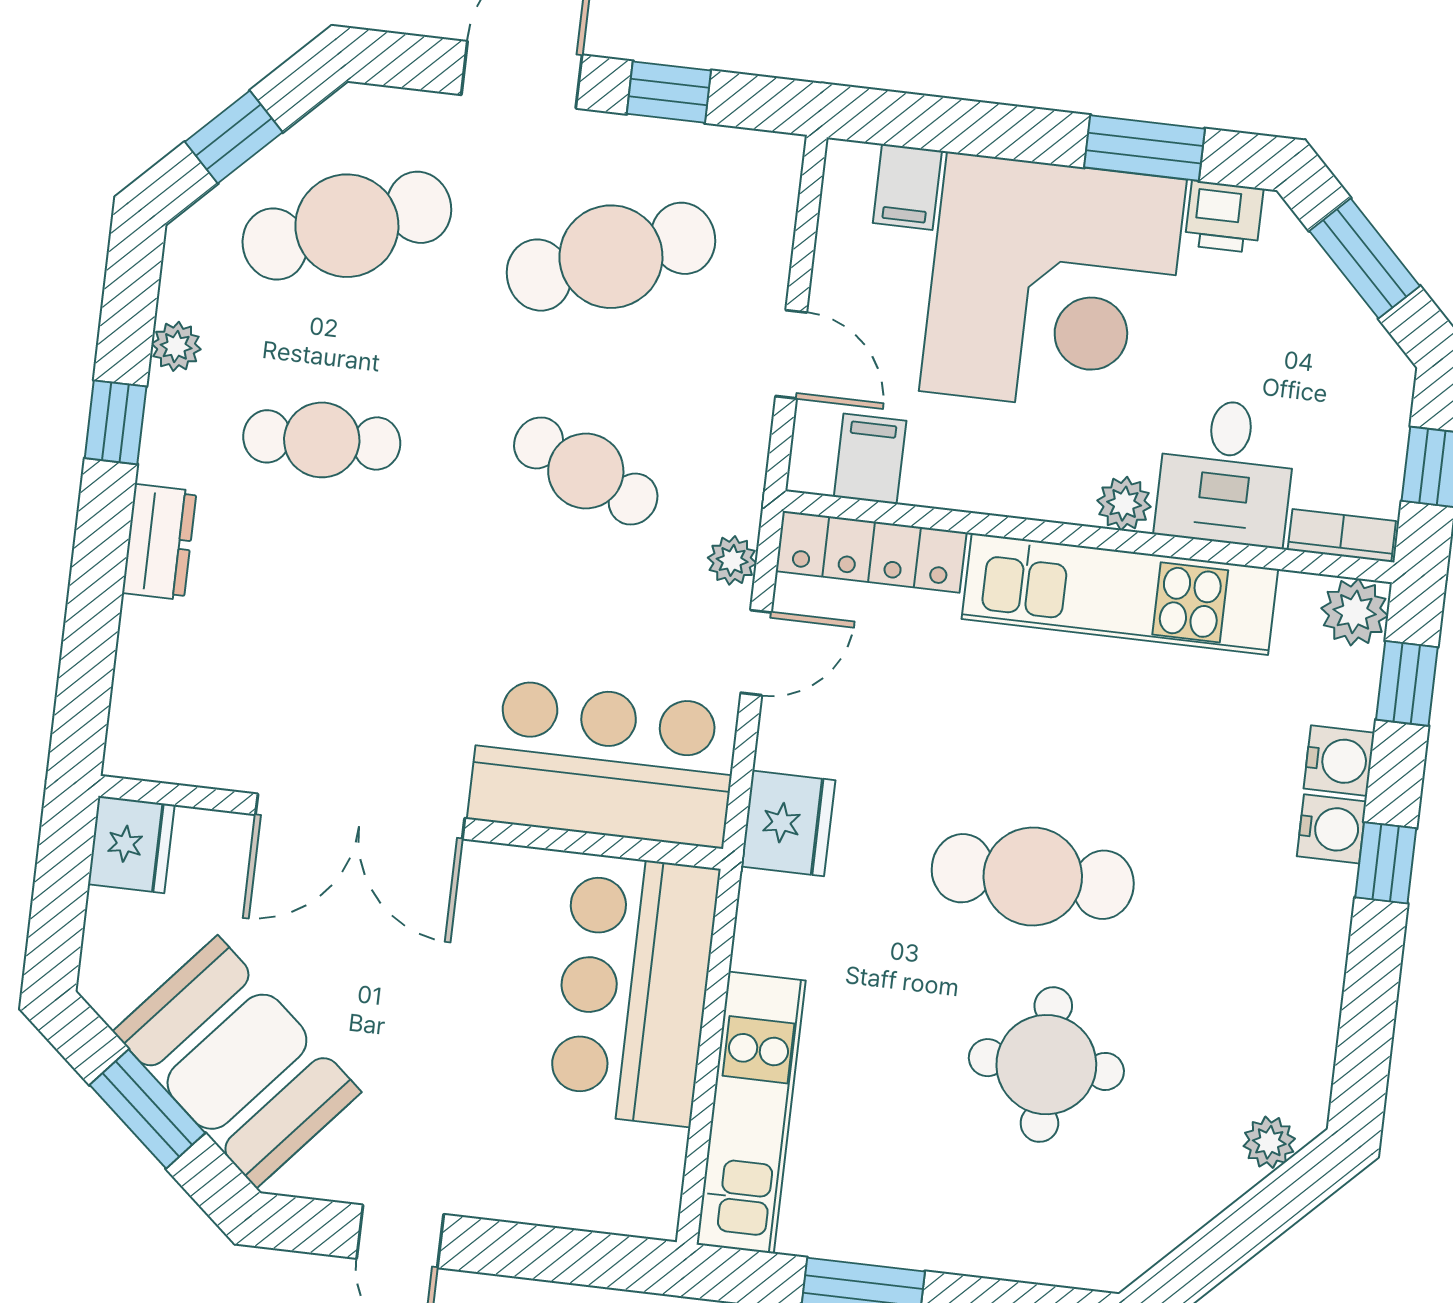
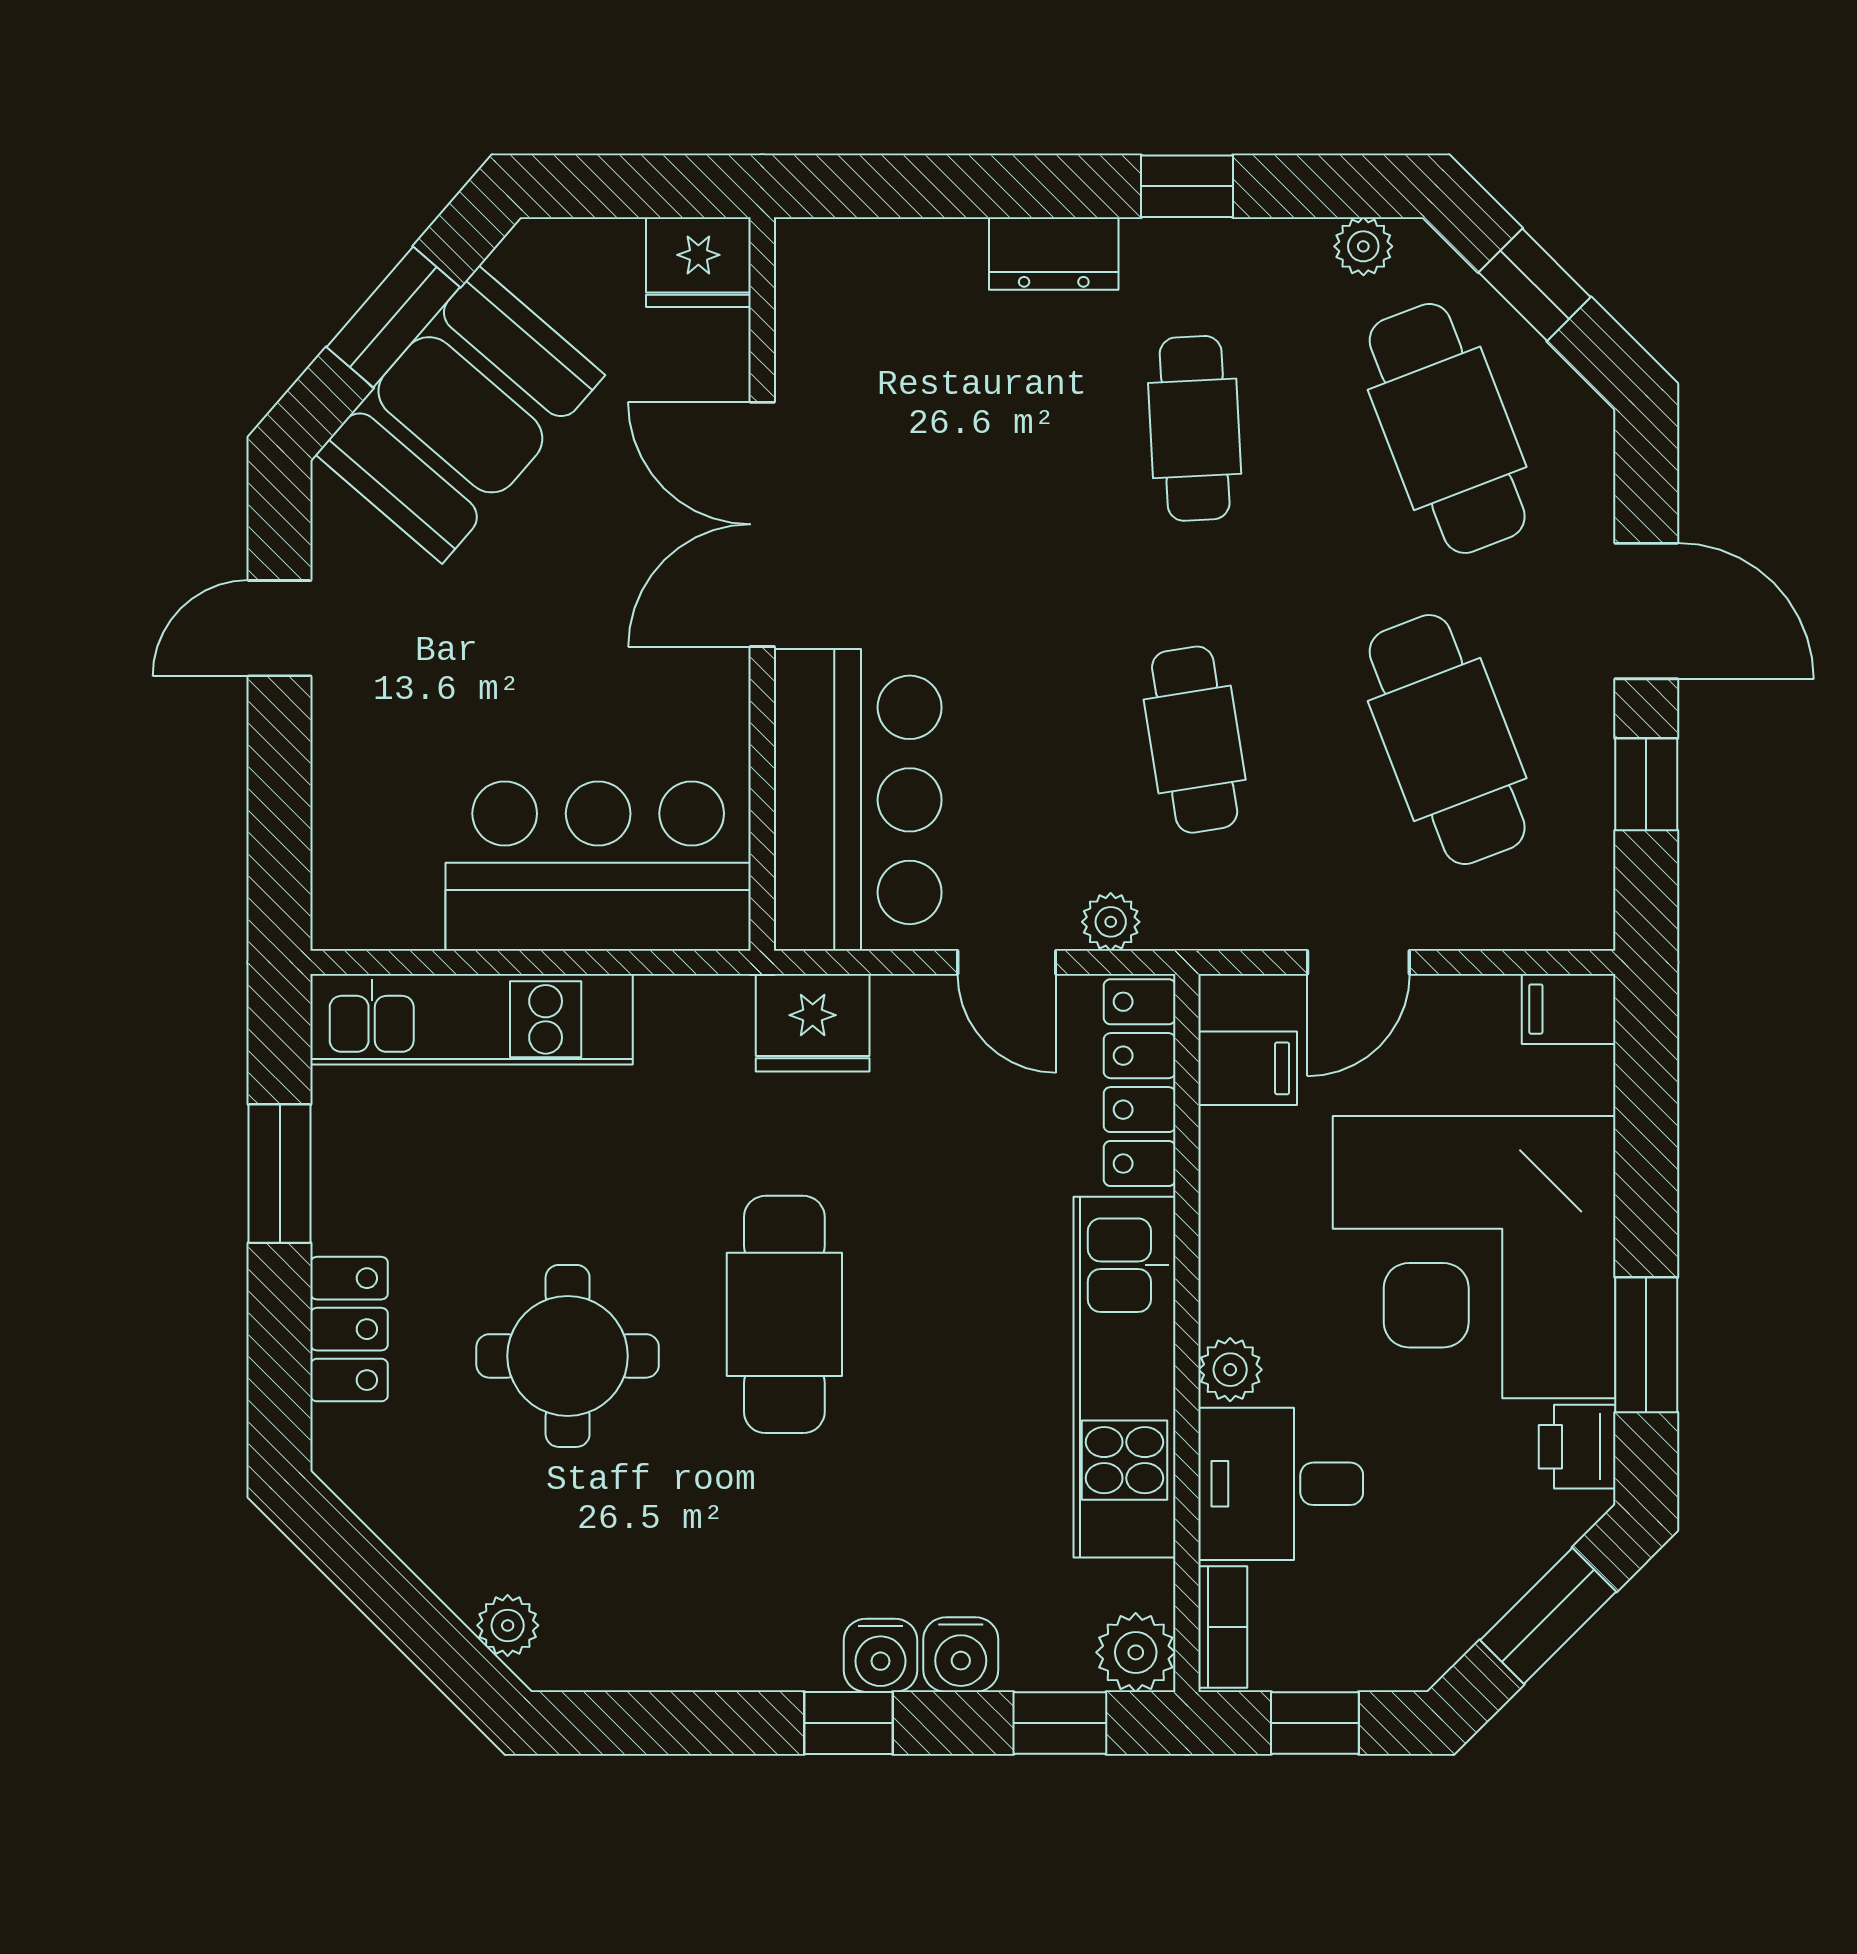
filing cabinet: (907, 187) -> (1569, 1009), moved
plant: (176, 346) -> (1363, 246), moved
cafe table: (586, 471) -> (1195, 740), turned -33
locker: (1002, 1247) -> (349, 1329), added

